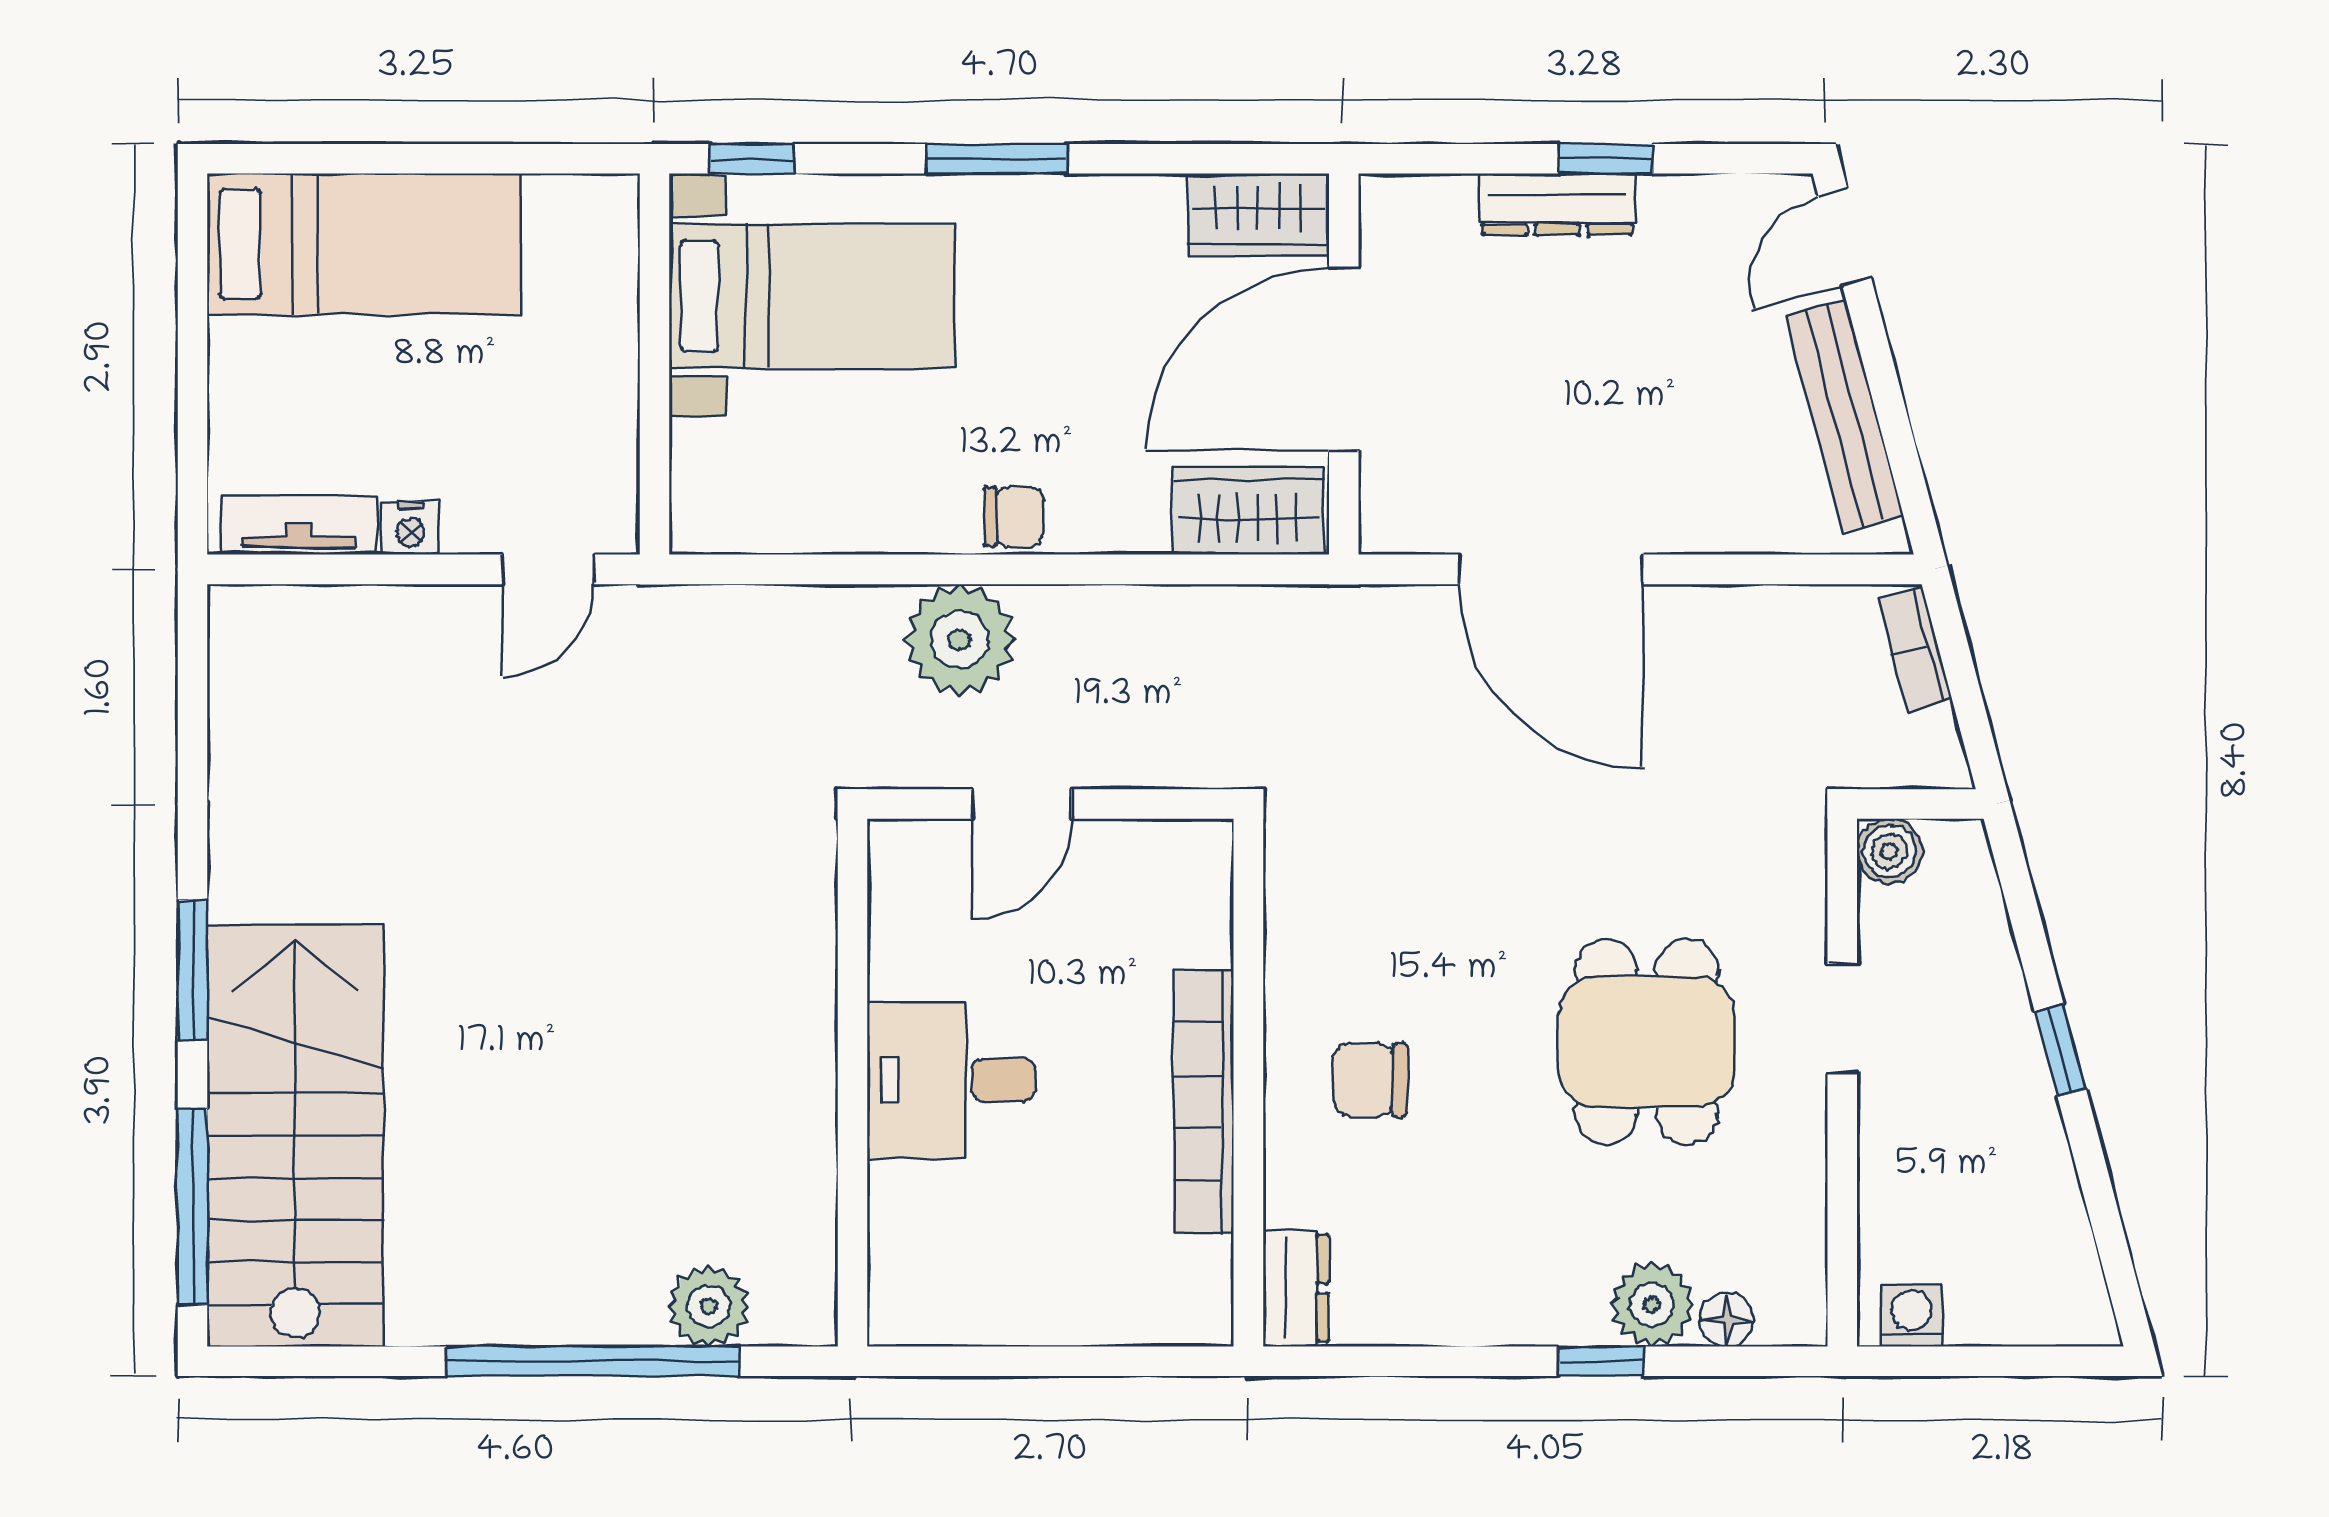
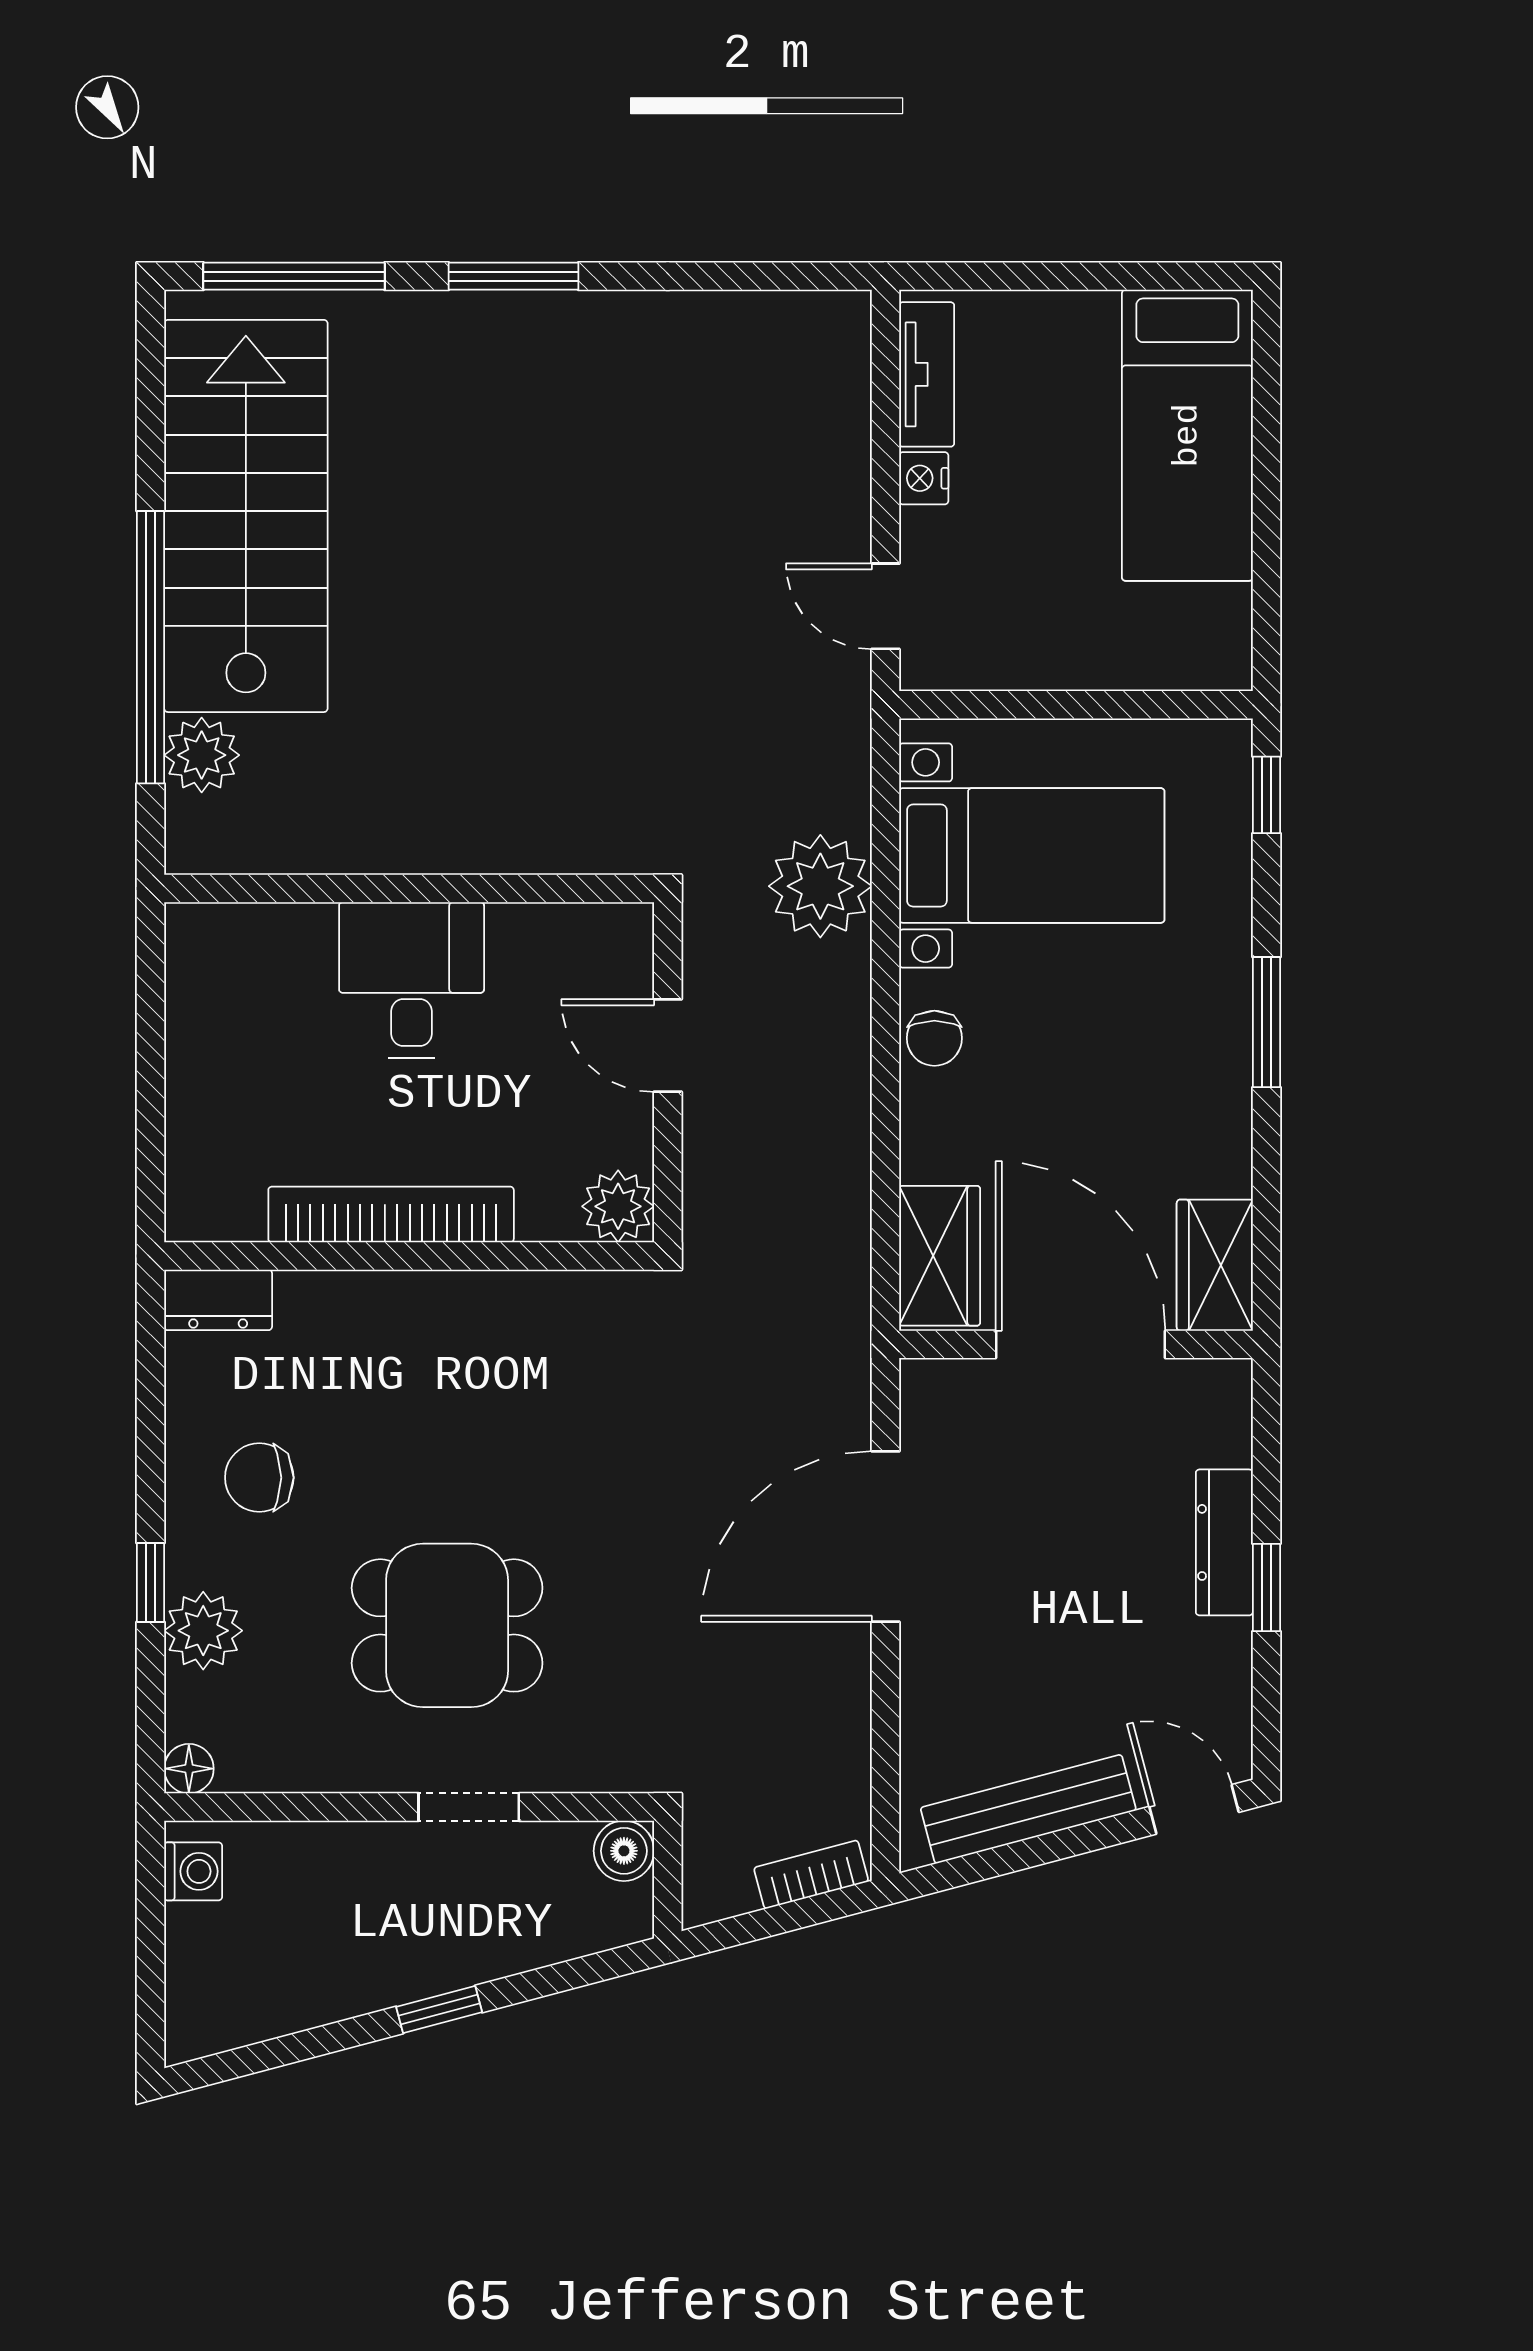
bed with nightstands: (812, 296) -> (1032, 855), moved, turned -90
plant: (960, 640) -> (820, 886), moved
plant: (1195, 858) -> (618, 1206), added
chair: (1370, 1080) -> (259, 1478), moved, turned -90
stairs: (295, 1135) -> (246, 516), moved, turned -90
floor lamp: (1727, 1320) -> (189, 1769), moved

